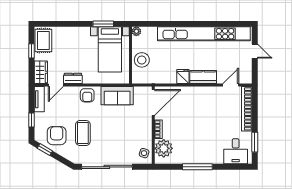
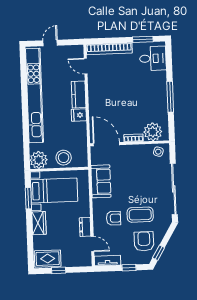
plant: (136, 31) -> (39, 160), width x1.88, depth x1.88
wardrobe: (41, 72) -> (39, 223), moved, turned 90
armchair: (87, 95) -> (114, 218), moved
armchair: (57, 136) -> (144, 241), turned 90

